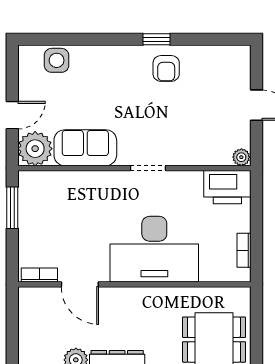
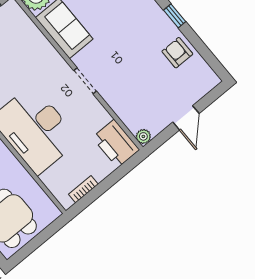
armchair: (166, 68) -> (177, 53), moved, turned 90

